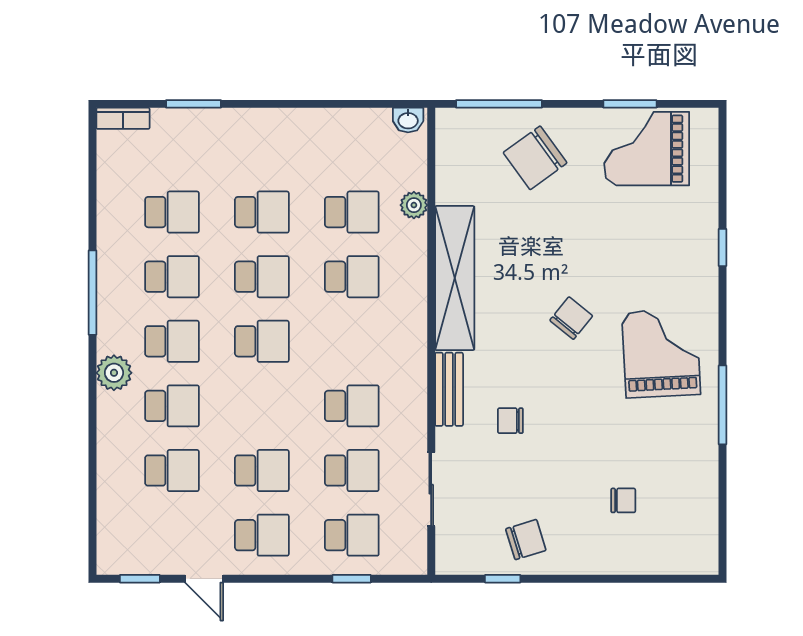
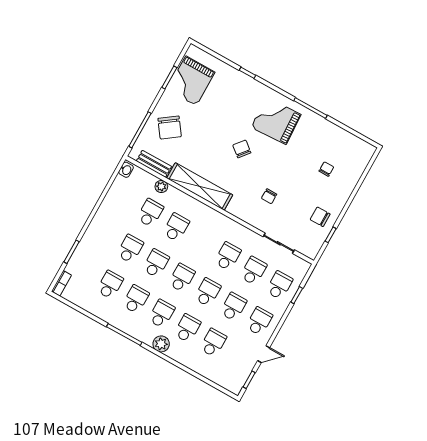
bench: (449, 389) -> (154, 164), moved
school desk: (262, 406) -> (208, 292), added
chair: (526, 540) -> (320, 217), turned -73

